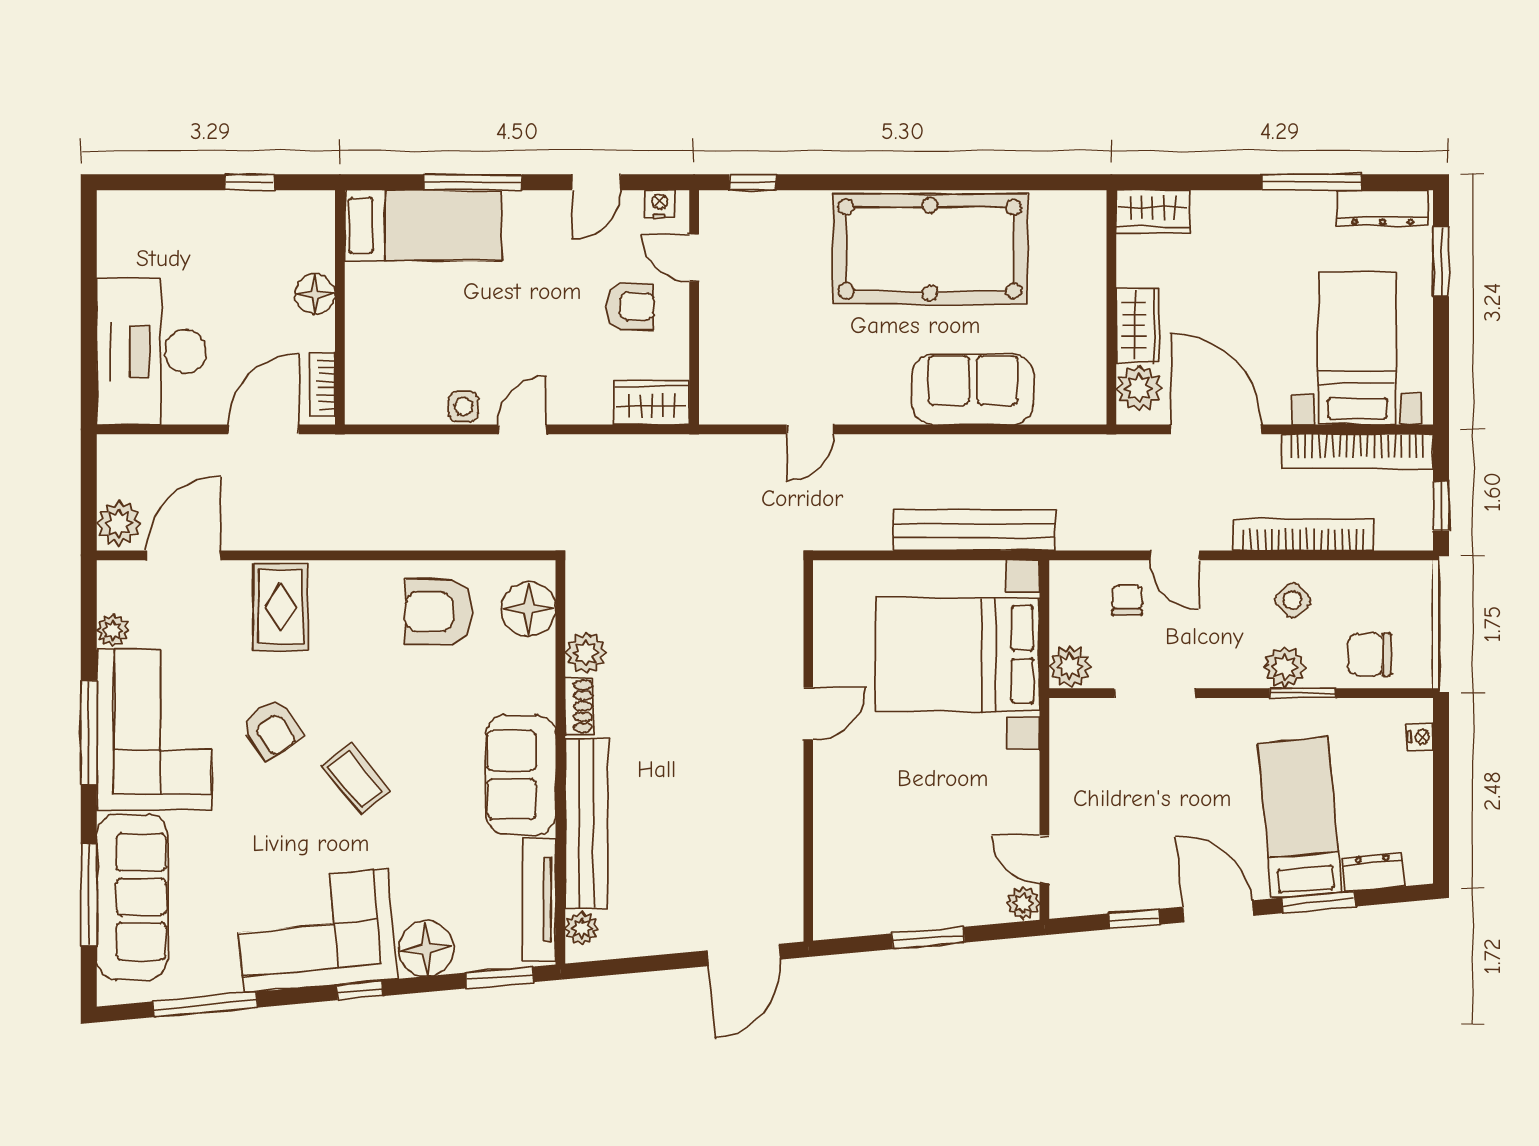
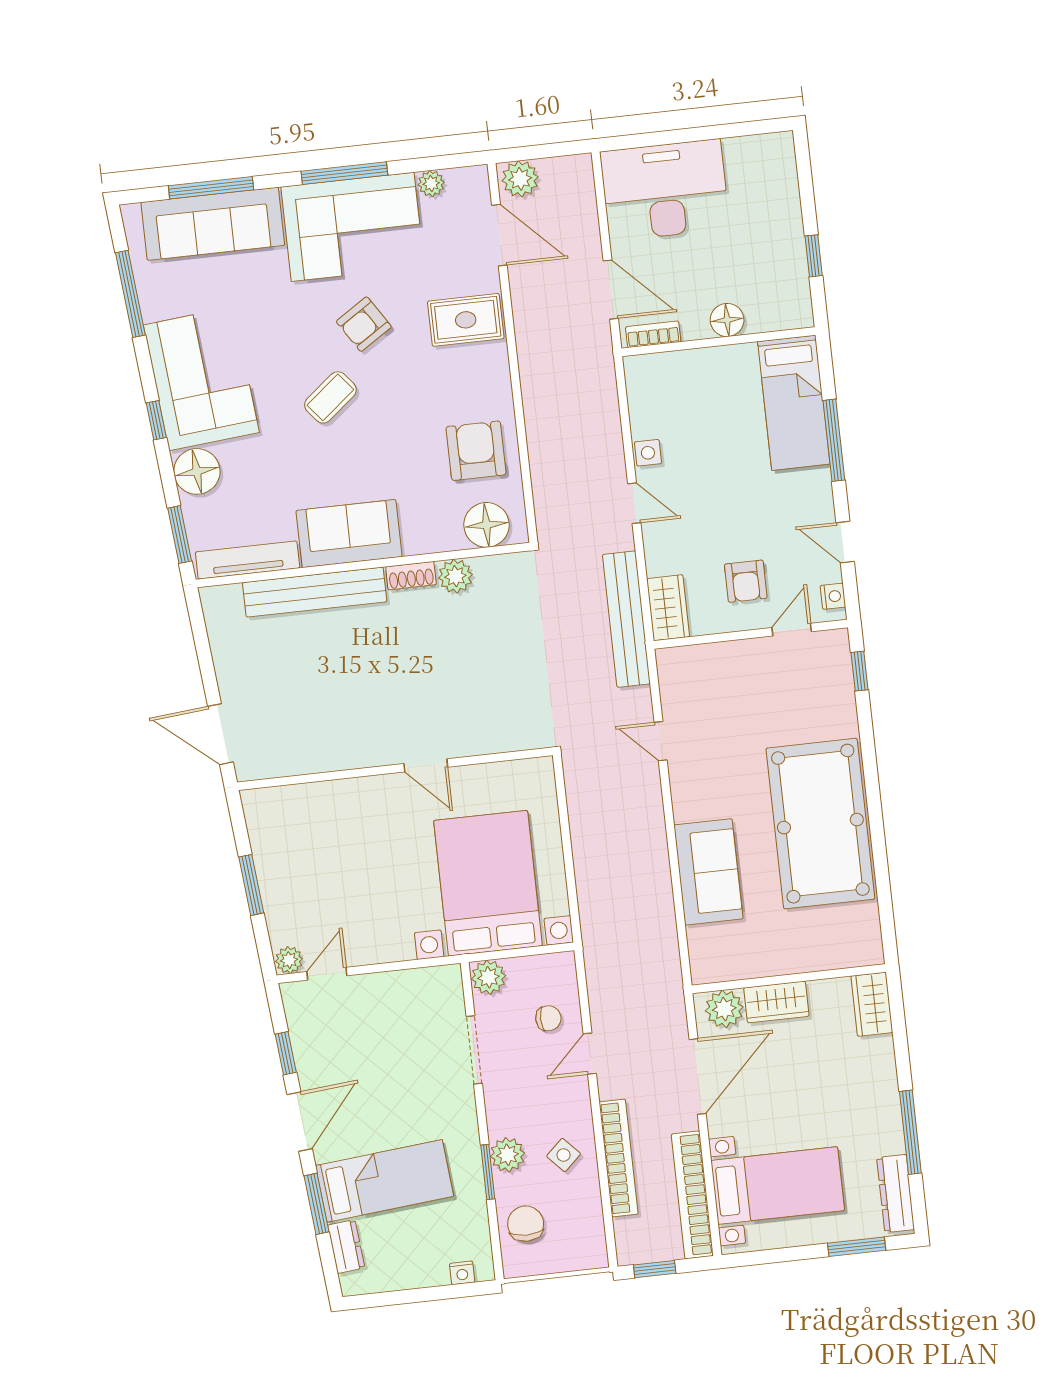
bench: (974, 531) -> (626, 619), moved
plant: (582, 928) -> (228, 598), removed

